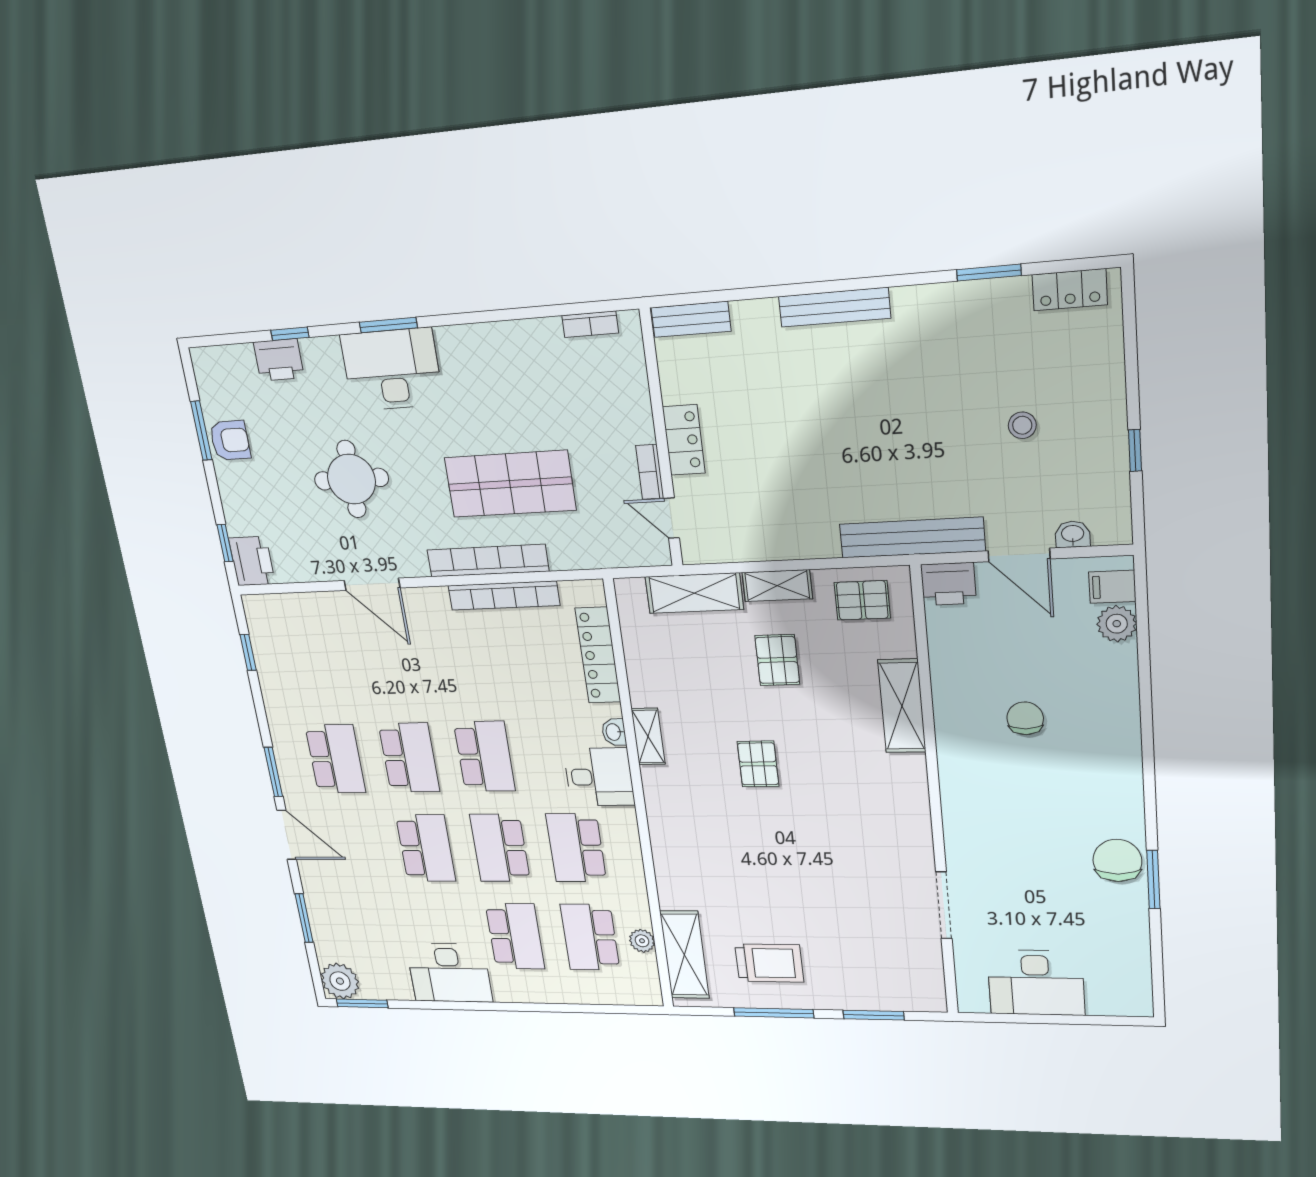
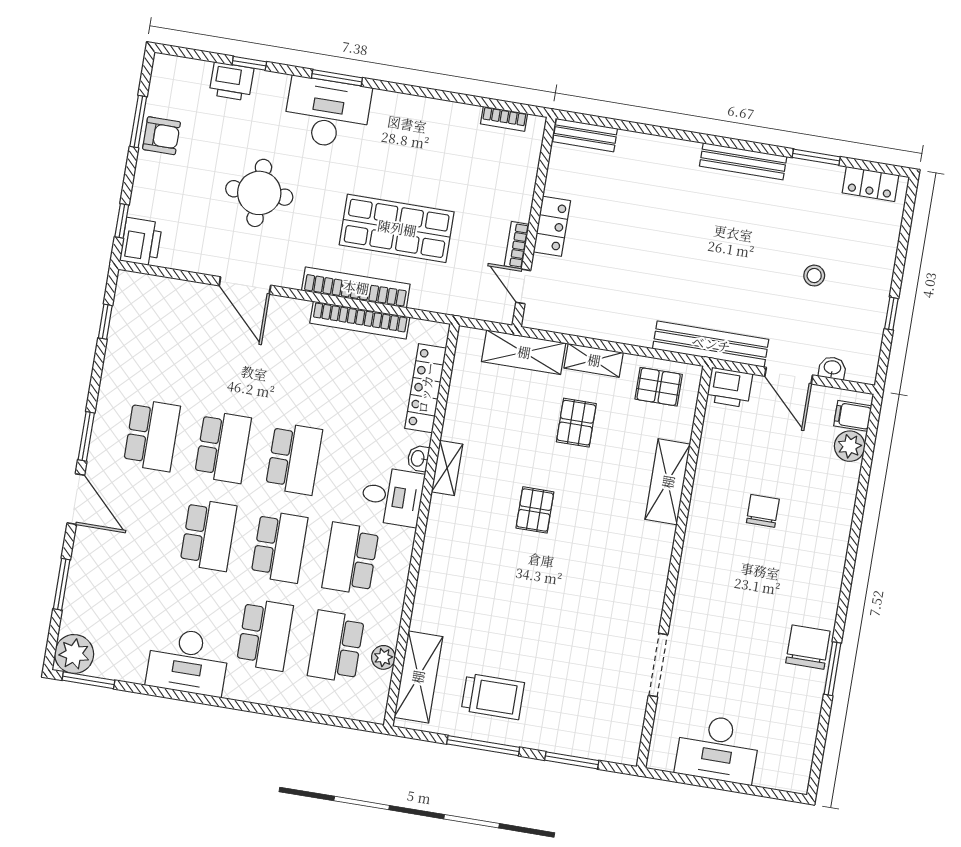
bench: (834, 307) -> (743, 161), moved
school desk: (500, 848) -> (279, 547), turned 180

